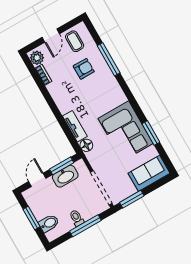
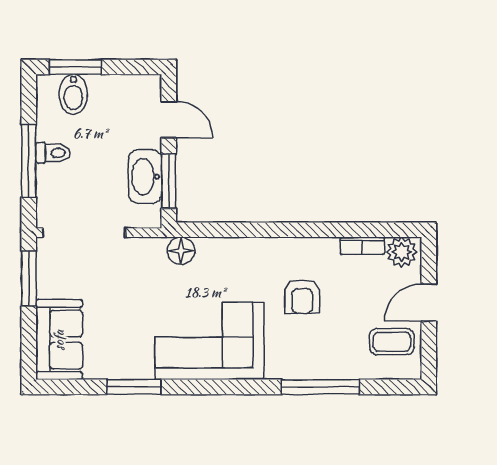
door: (51, 36) -> (429, 303), hinge flipped
armchair: (84, 69) -> (302, 296), moved
tv unit: (75, 126) -> (230, 249), removed
corner sofa: (126, 131) -> (209, 341), moved
window: (31, 218) -> (75, 67), moved

